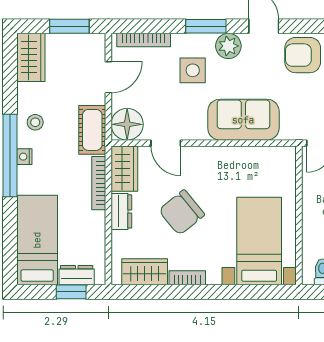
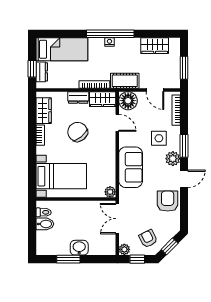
wardrobe: (31, 57) -> (155, 46), moved
stool: (35, 122) -> (129, 48), removed
door: (166, 143) -> (117, 123), swing flipped
plant: (286, 156) -> (110, 192), added

